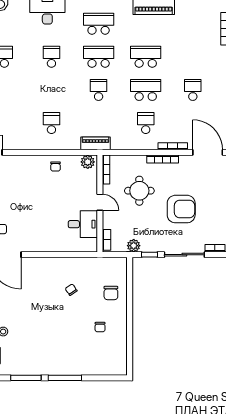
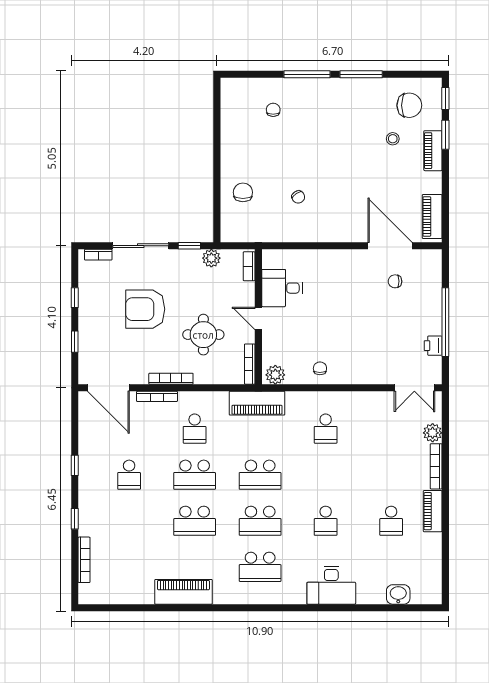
school desk: (99, 90) -> (260, 475), width x1.85
piano: (95, 143) -> (257, 403), width x1.37, depth x1.33
chair: (100, 327) -> (273, 110), moved

